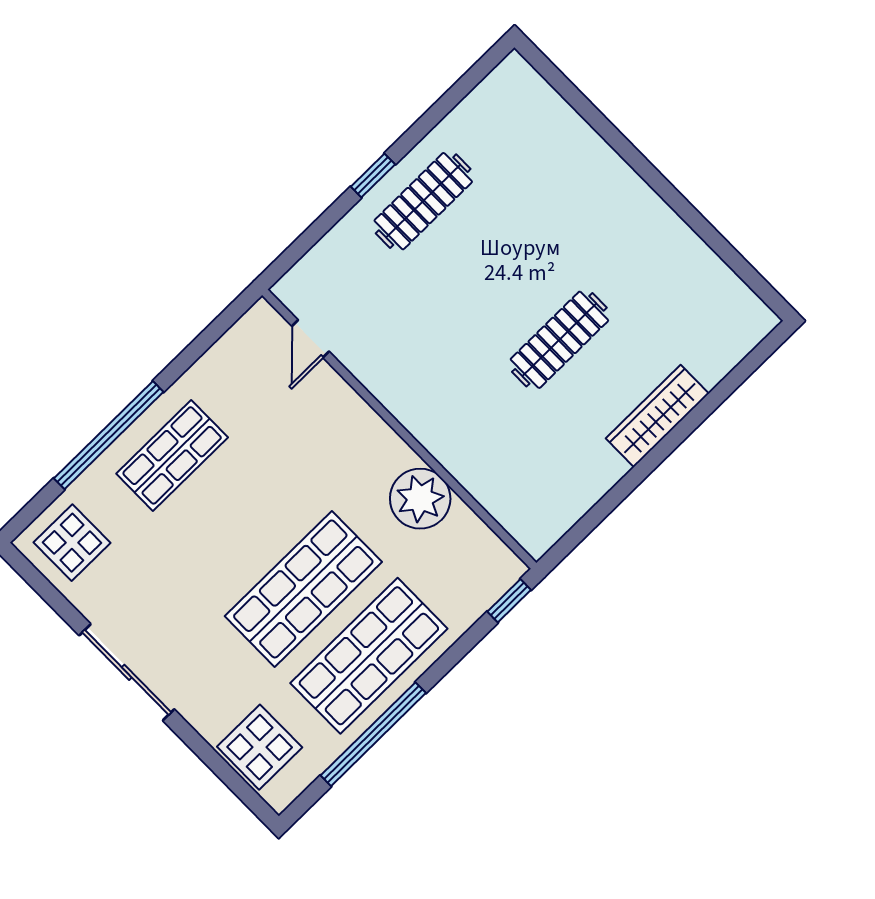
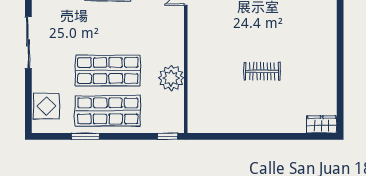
clothes rail: (559, 340) -> (262, 71), width x0.73
wardrobe: (657, 416) -> (322, 124), moved, width x0.67
window: (373, 734) -> (85, 136), width x0.47

